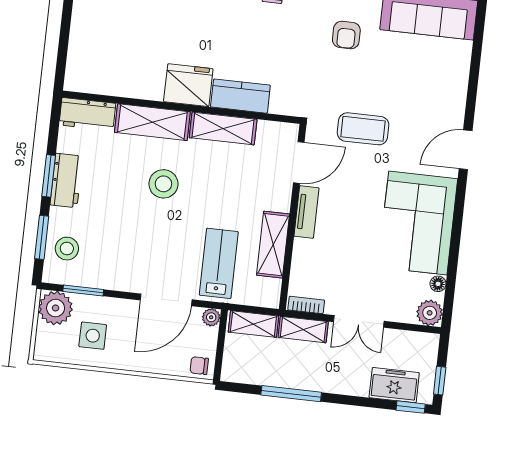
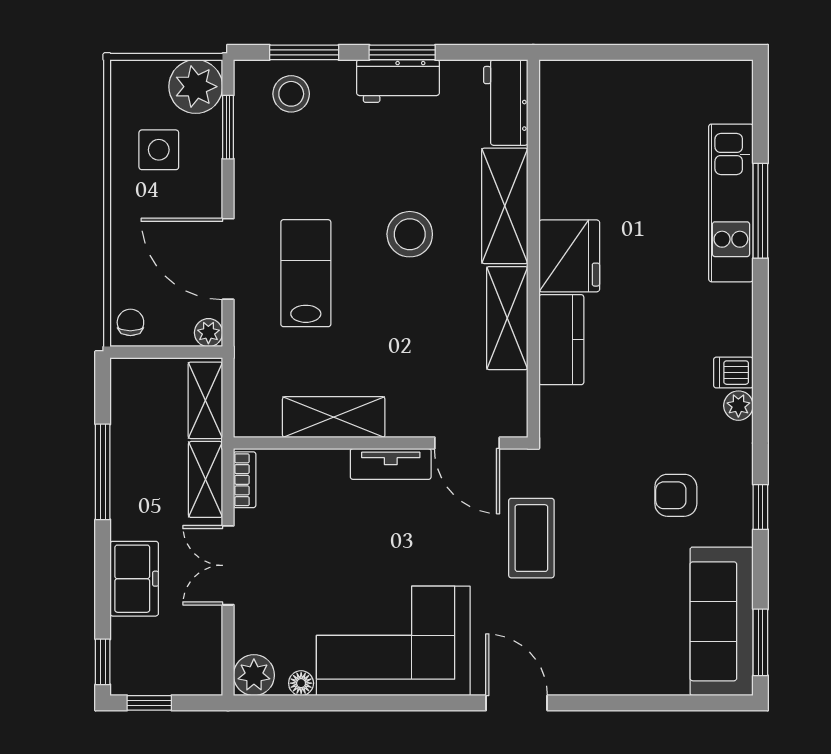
lab bench: (219, 263) -> (306, 273), moved, turned -90
freezer: (394, 385) -> (134, 579), moved

